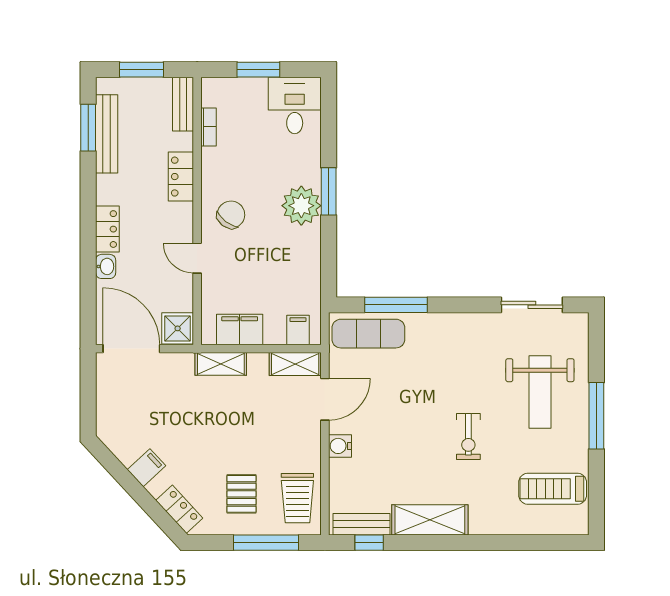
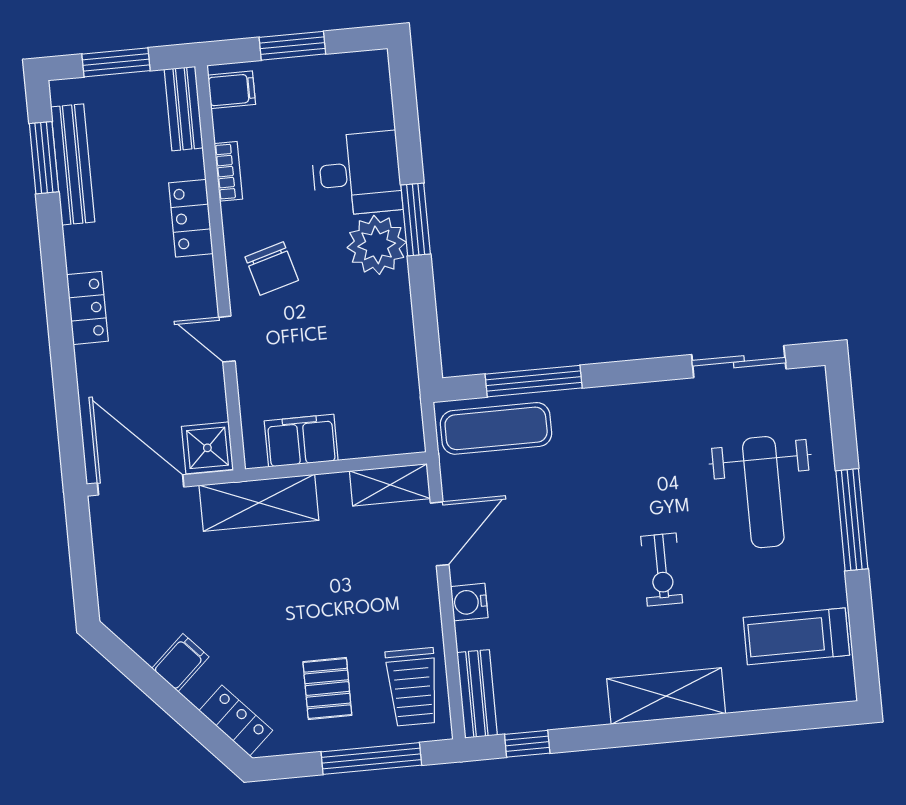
desk: (295, 105) -> (357, 174), moved, turned 90
bookcase: (208, 127) -> (228, 171), moved
chair: (231, 215) -> (272, 269), turned 127
washbasin: (106, 266) -> (90, 365), removed
filing cabinet: (298, 330) -> (232, 90), moved, turned 90
shelving: (221, 364) -> (259, 503), width x1.50, depth x1.33
shelving: (430, 520) -> (666, 696), moved
bench: (362, 524) -> (477, 694), moved, turned 90

